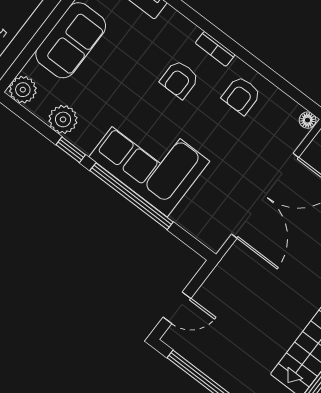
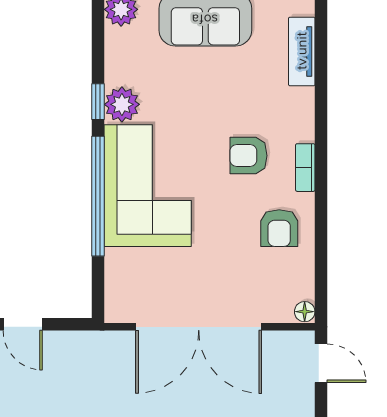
armchair: (241, 95) -> (279, 228), turned -90
plant: (63, 119) -> (122, 104), moved

